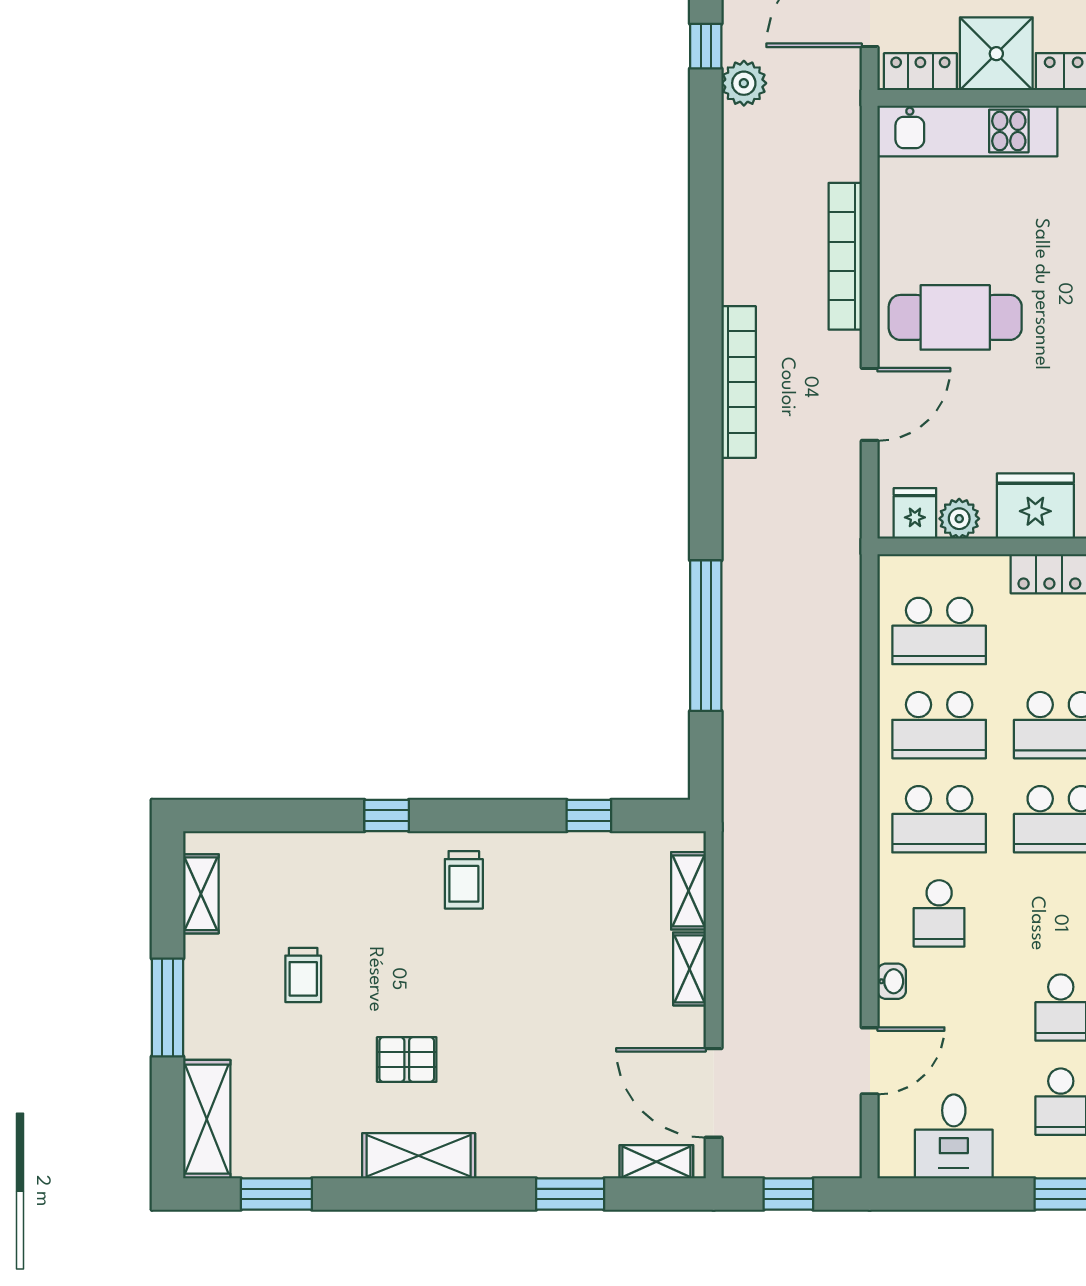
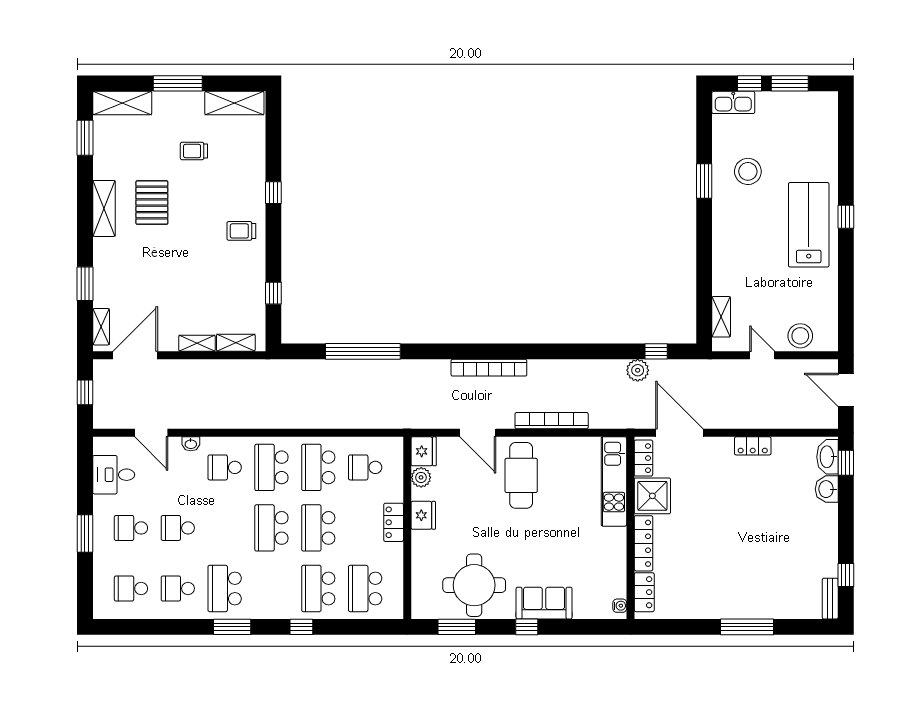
fridge: (1035, 506) -> (423, 515), width x0.73, depth x0.75
fridge: (915, 513) -> (424, 451), width x1.38
school desk: (939, 631) -> (365, 467), width x0.54
shelving: (201, 894) -> (234, 103), width x1.50, depth x1.33
pallet: (407, 1060) -> (152, 203), width x1.50, depth x1.42

